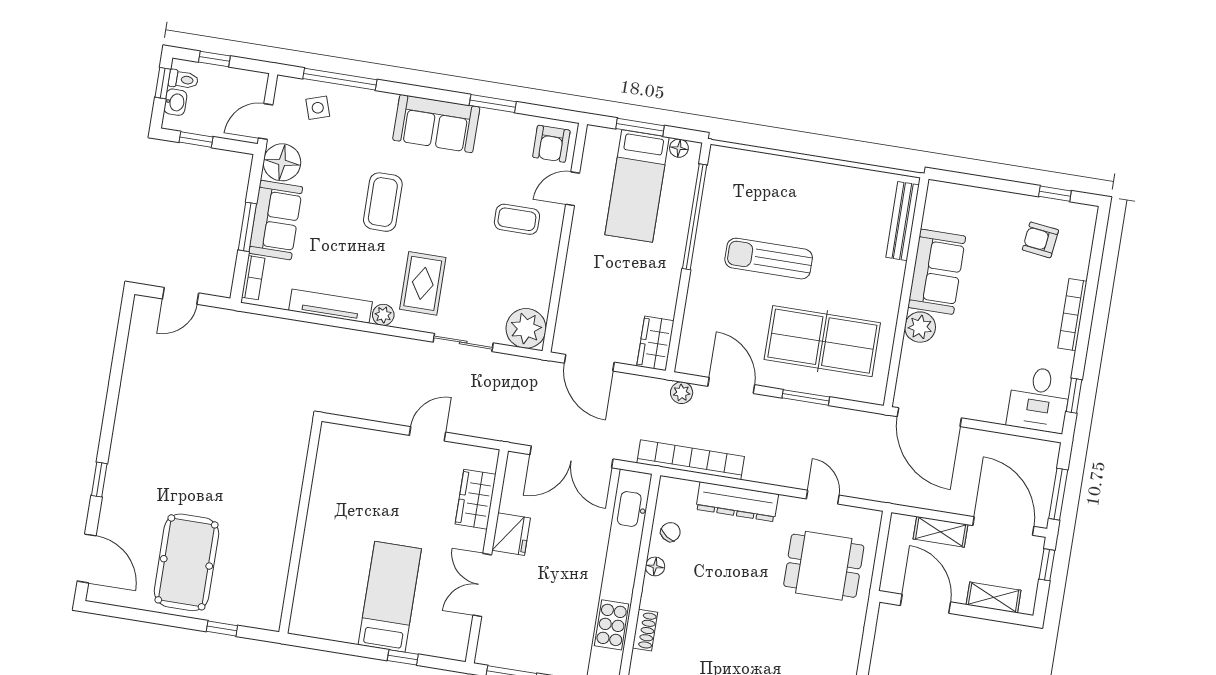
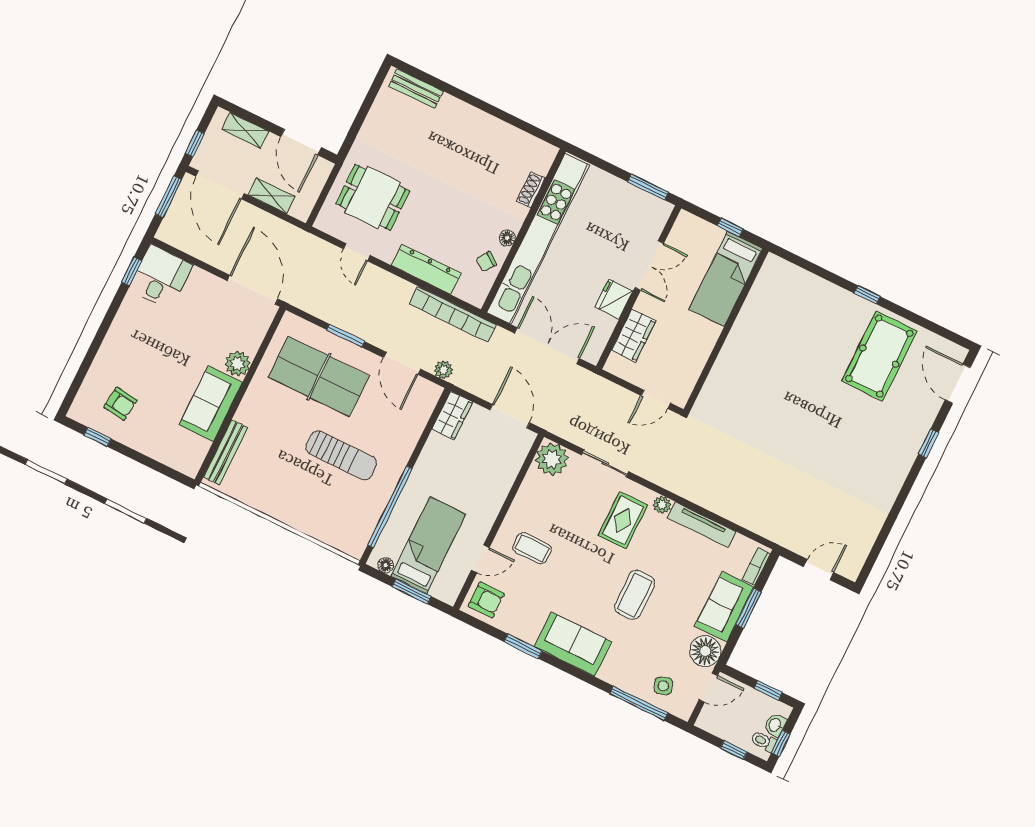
armchair: (551, 144) -> (486, 600), turned 90
bookcase: (1072, 315) -> (113, 336), removed
wall: (300, 527) -> (726, 330), moved

